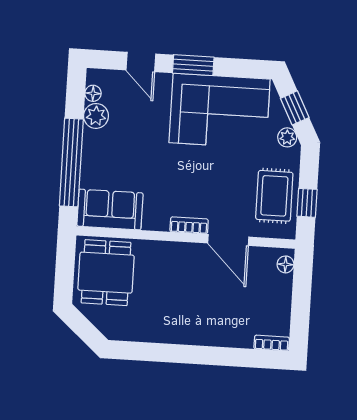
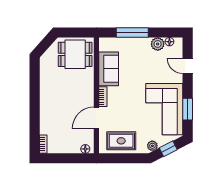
door: (141, 62) -> (188, 66), hinge flipped
window: (193, 65) -> (188, 109), moved
window: (71, 163) -> (132, 32), width x0.68
window: (307, 203) -> (119, 158), removed
sofa: (110, 210) -> (109, 69), moved

